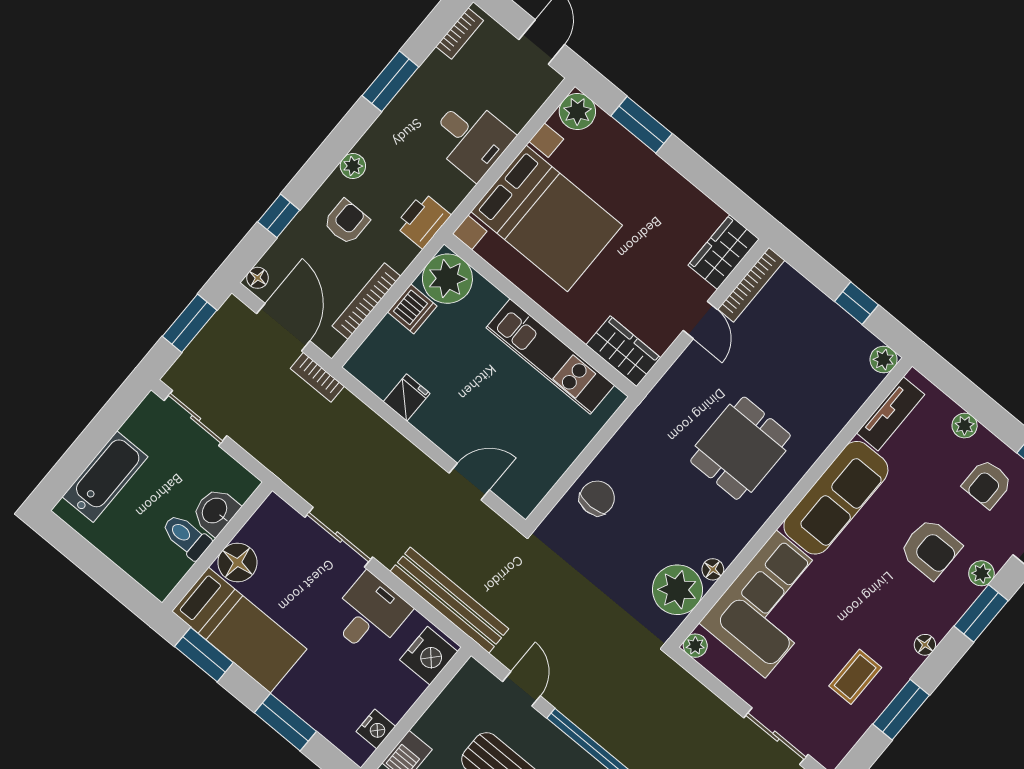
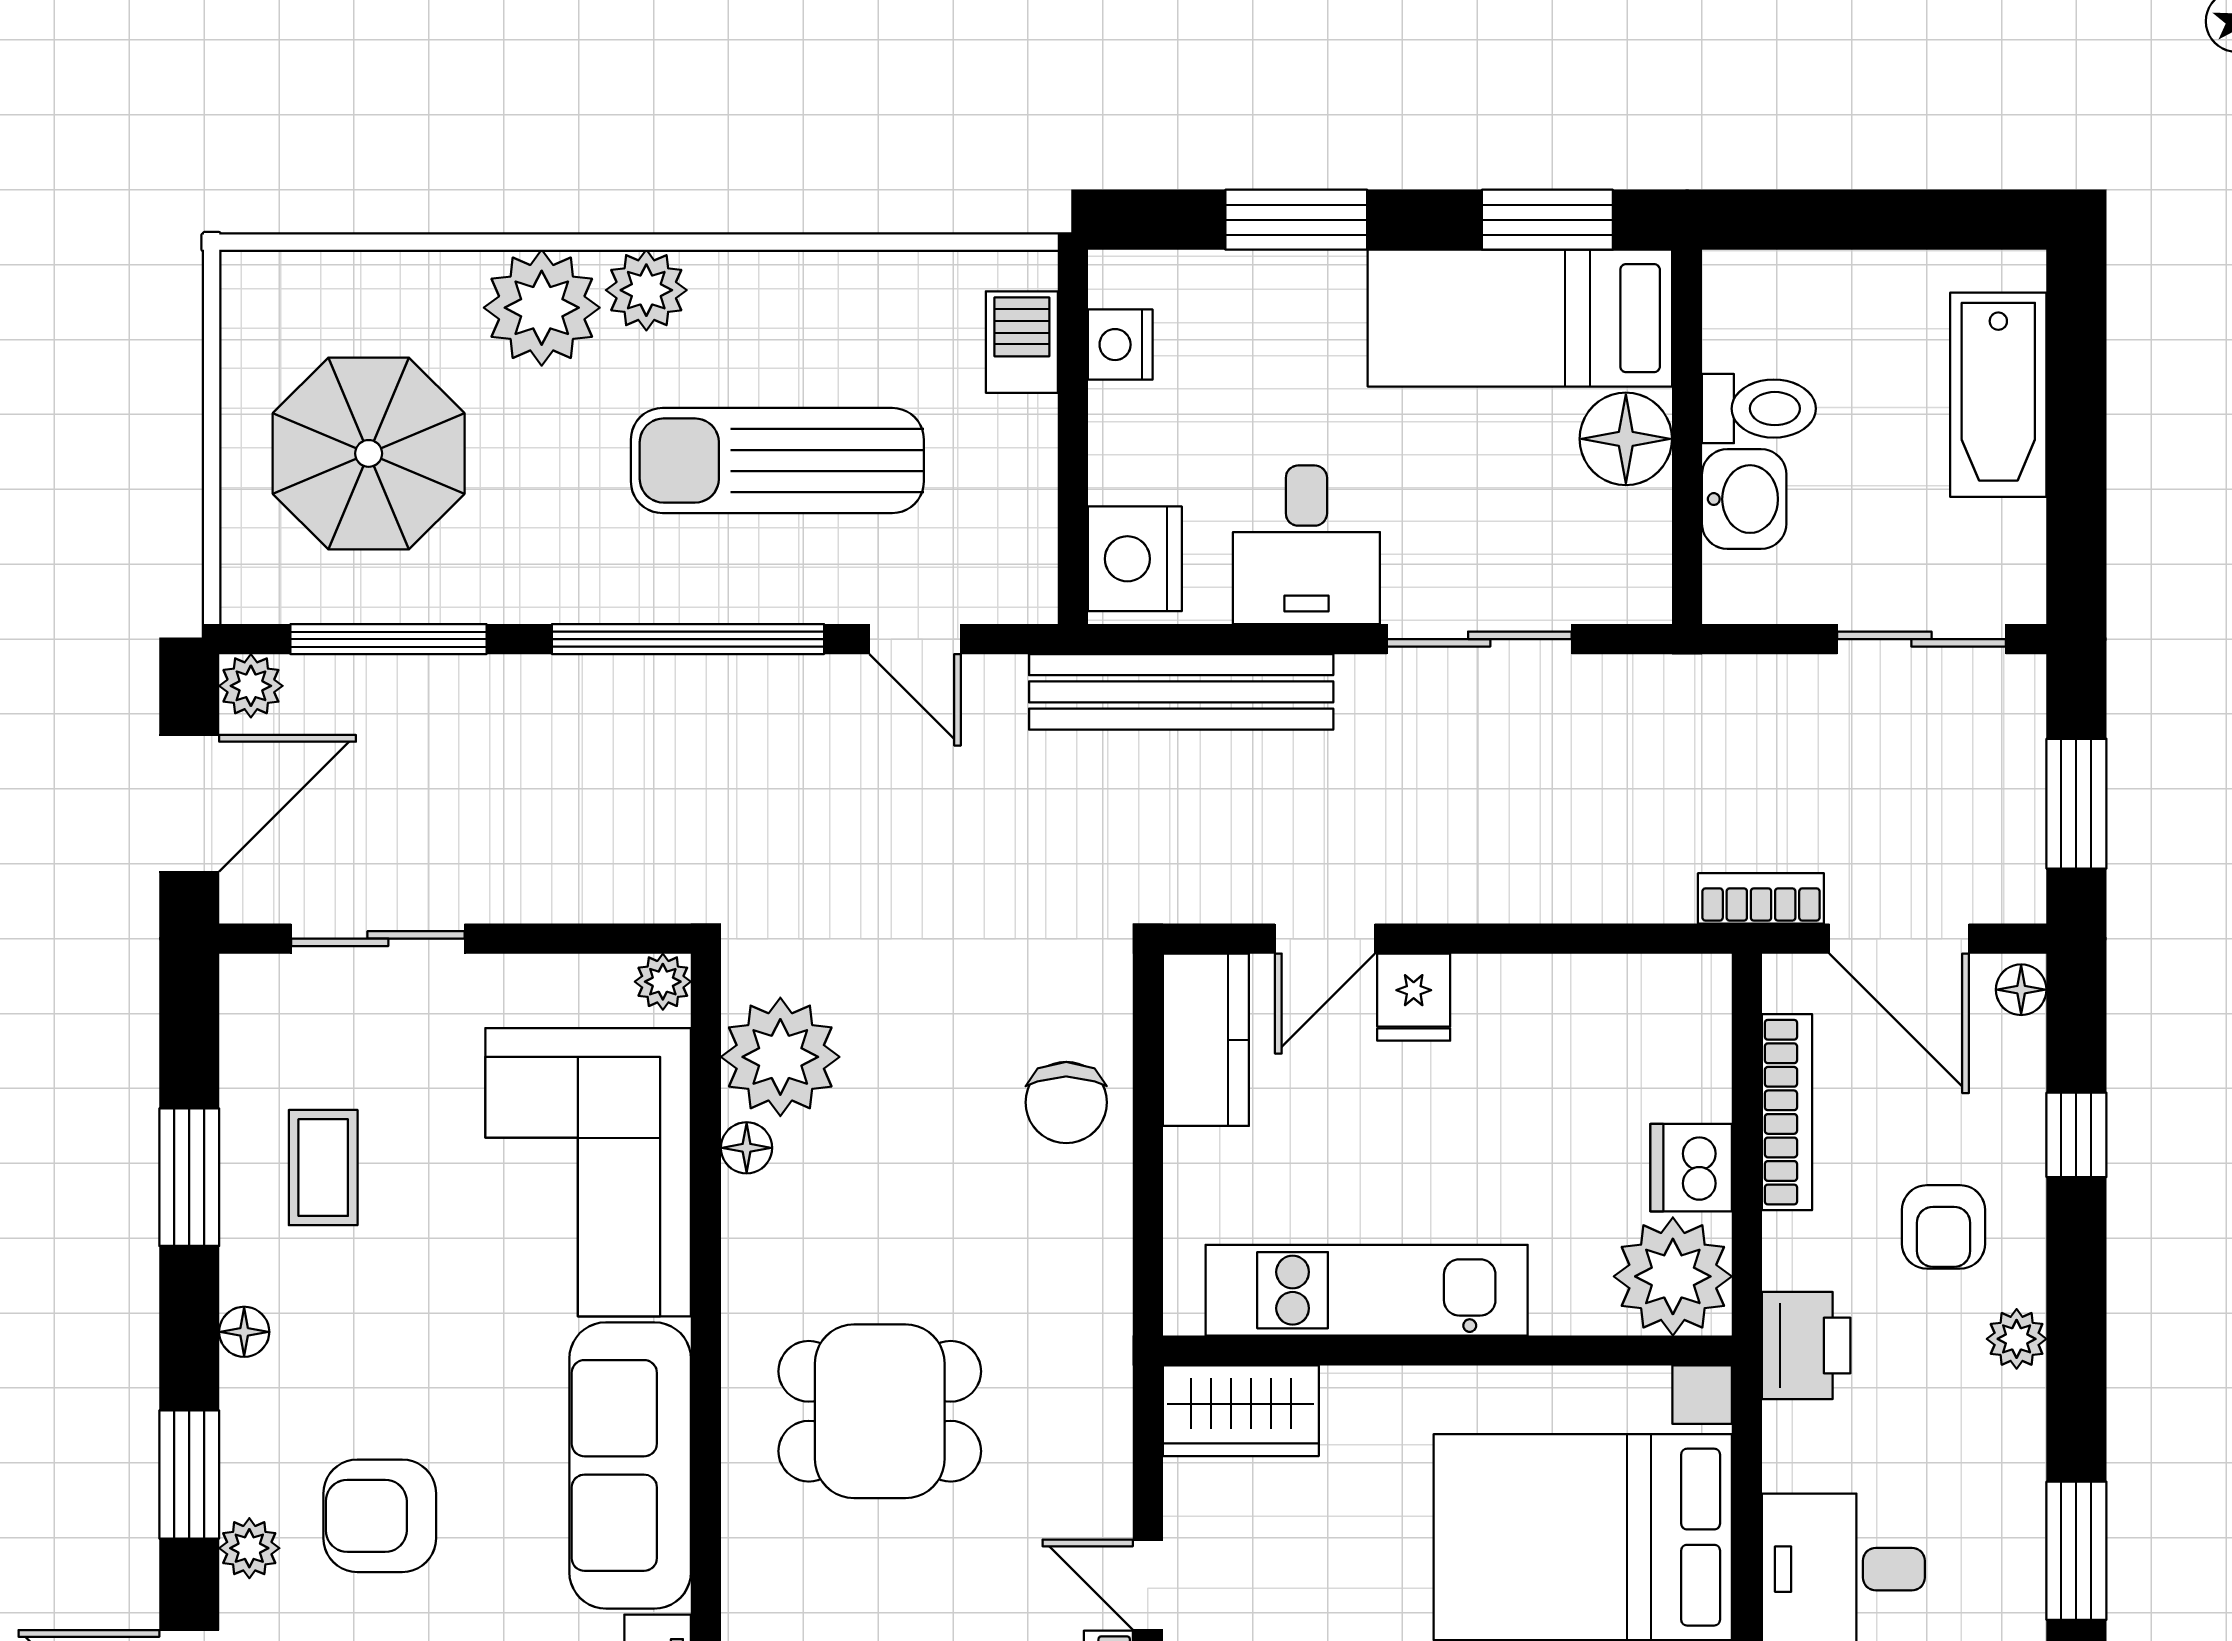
fridge: (407, 398) -> (1414, 997), moved
dining table: (740, 448) -> (880, 1411), turned 90
kitchen counter: (535, 481) -> (1206, 1040), added

